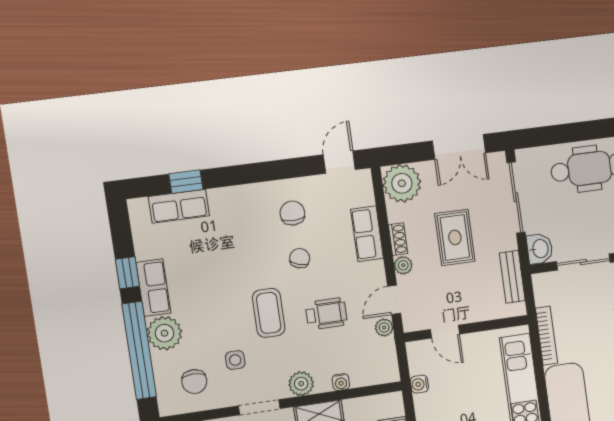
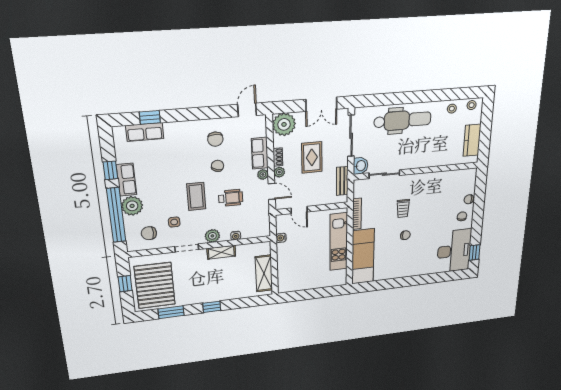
chair: (292, 213) -> (215, 139), turned 180
door: (394, 300) -> (272, 191), swing flipped
plant: (384, 328) -> (263, 174), moved
chair: (194, 382) -> (149, 233), turned 90

